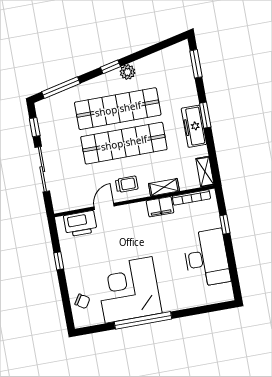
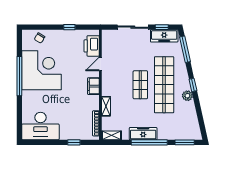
window: (205, 115) -> (149, 142), width x2.11
freezer: (47, 121) -> (164, 36), added
shop shelf: (124, 143) -> (140, 85), width x0.50, depth x0.74
trolley: (127, 184) -> (112, 82), removed
door: (104, 206) -> (100, 64), swing flipped
filing cabinet: (160, 207) -> (93, 86), moved
desk: (206, 258) -> (40, 126), moved

